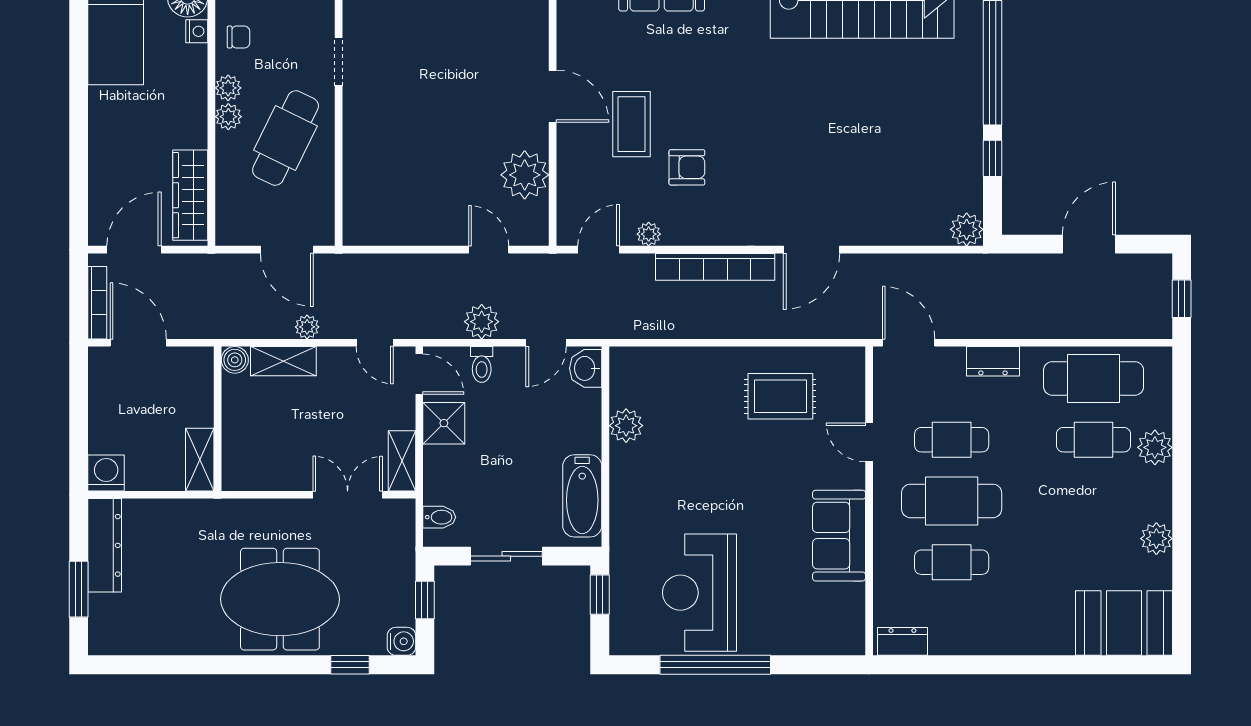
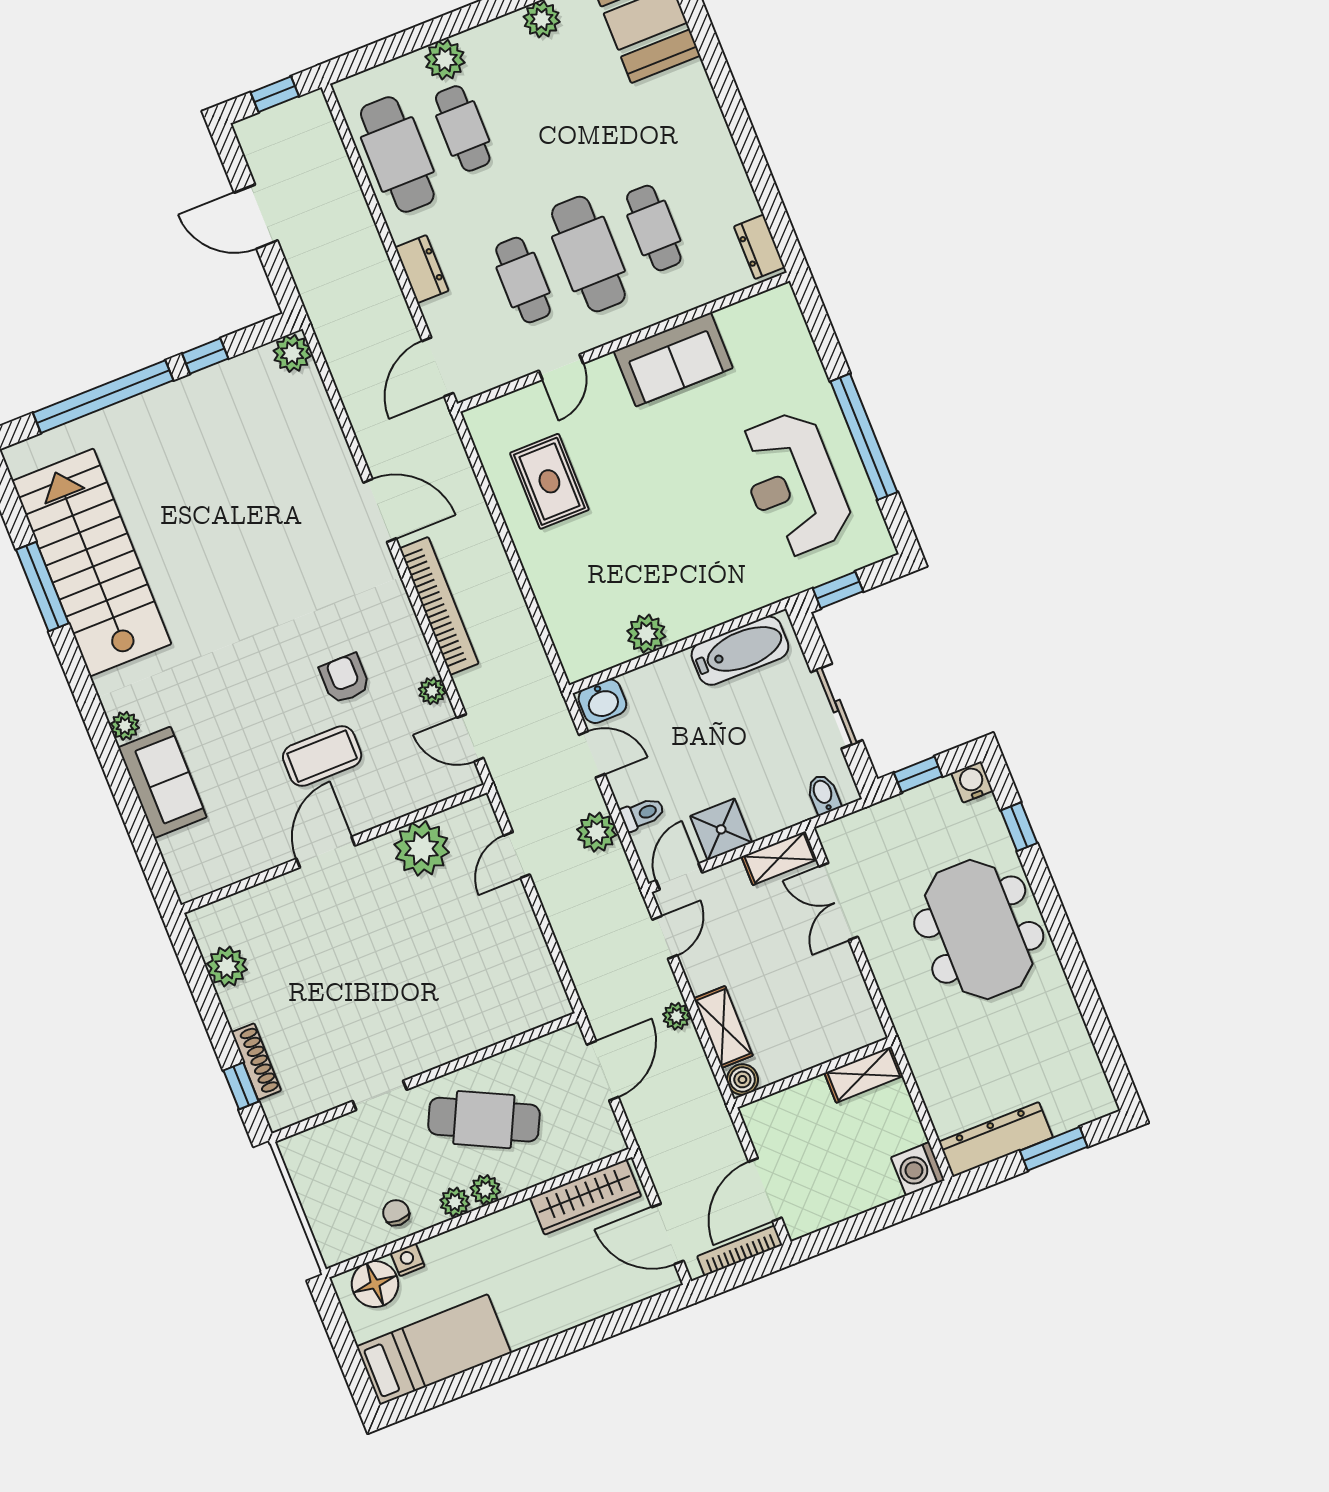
reception desk: (700, 593) -> (793, 484), turned 90

